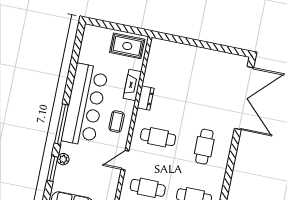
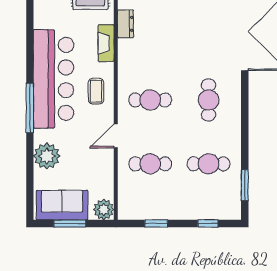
dresser: (146, 98) -> (125, 24), moved
plant: (63, 159) -> (47, 156), width x1.88, depth x1.88
window: (52, 169) -> (30, 164), removed

